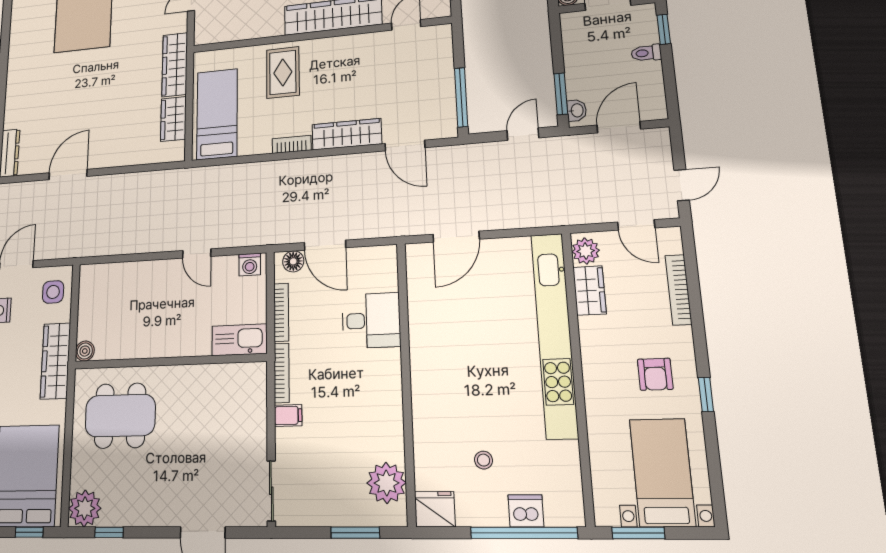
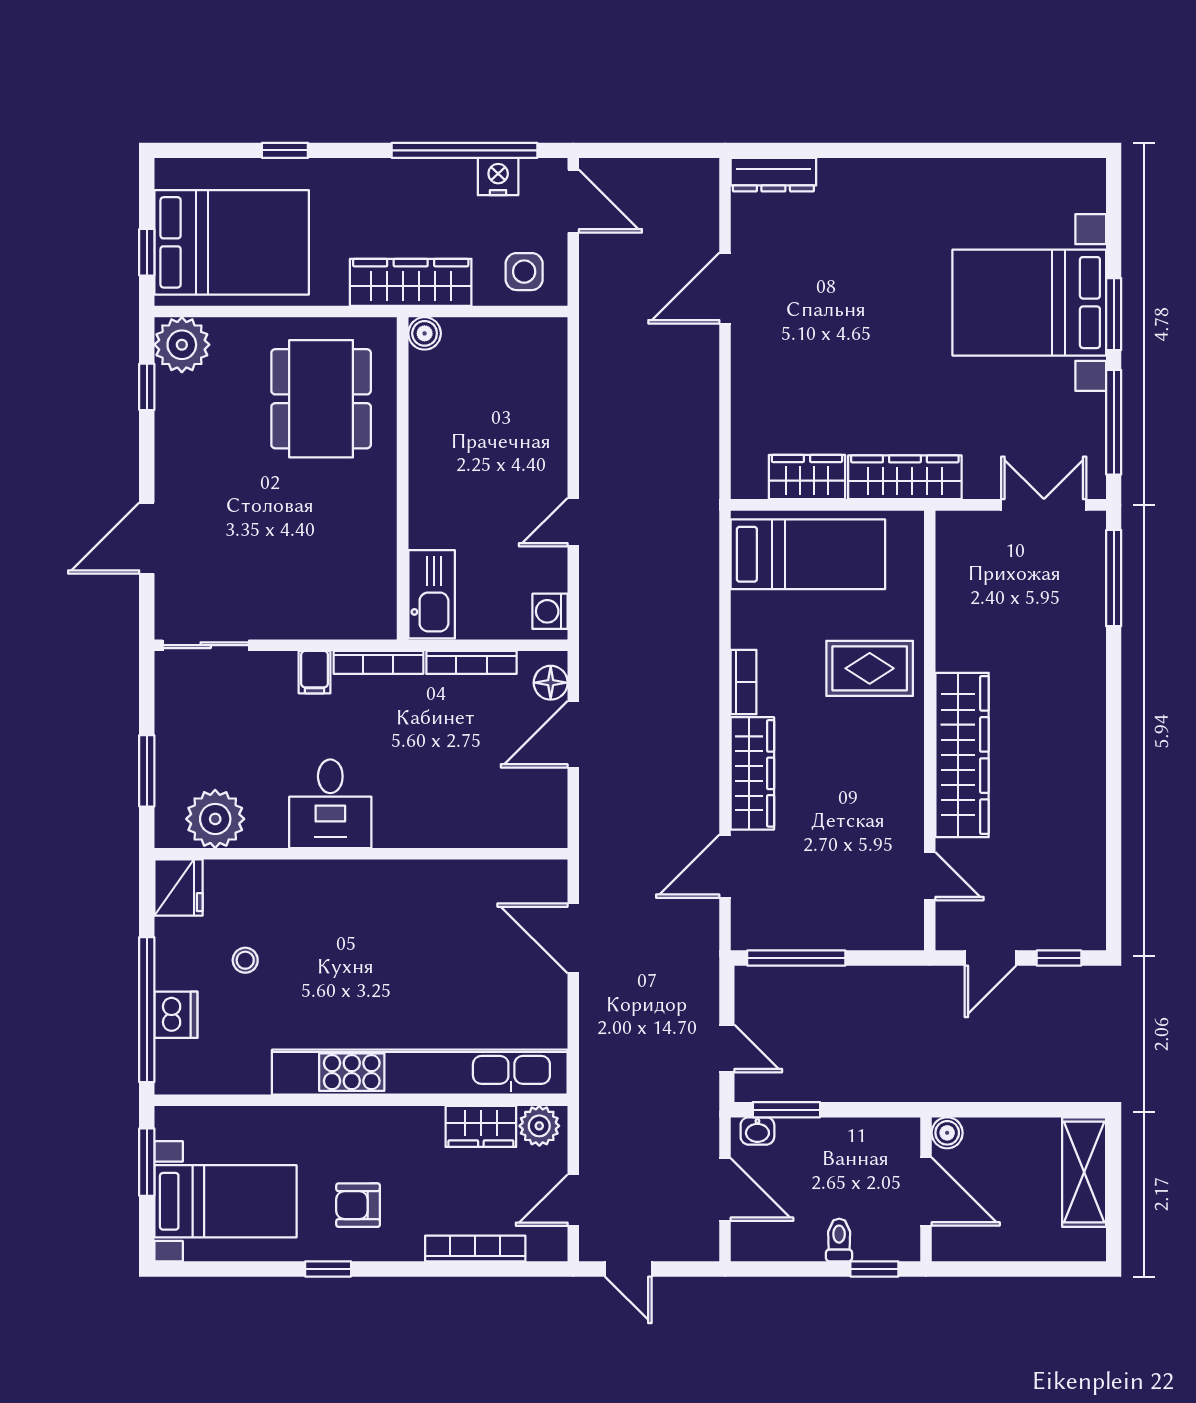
door: (68, 175) -> (725, 288), swing flipped
desk: (371, 320) -> (330, 804), moved

